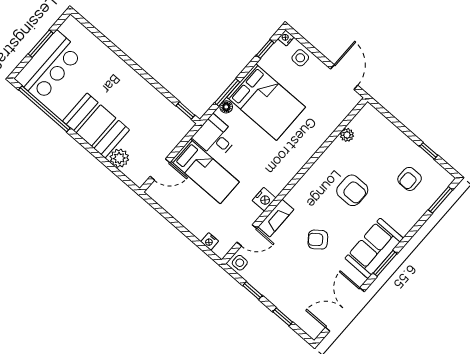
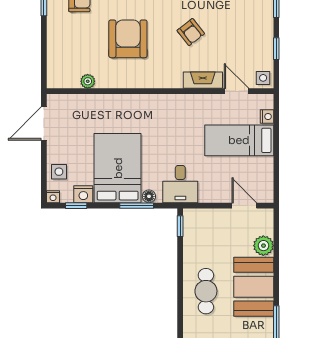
cafe table: (123, 88) -> (206, 291), added
bed: (205, 171) -> (239, 140), moved, turned -90
armchair: (352, 190) -> (128, 39), width x1.36, depth x1.36
nightstand: (264, 199) -> (83, 194), moved, turned 180

